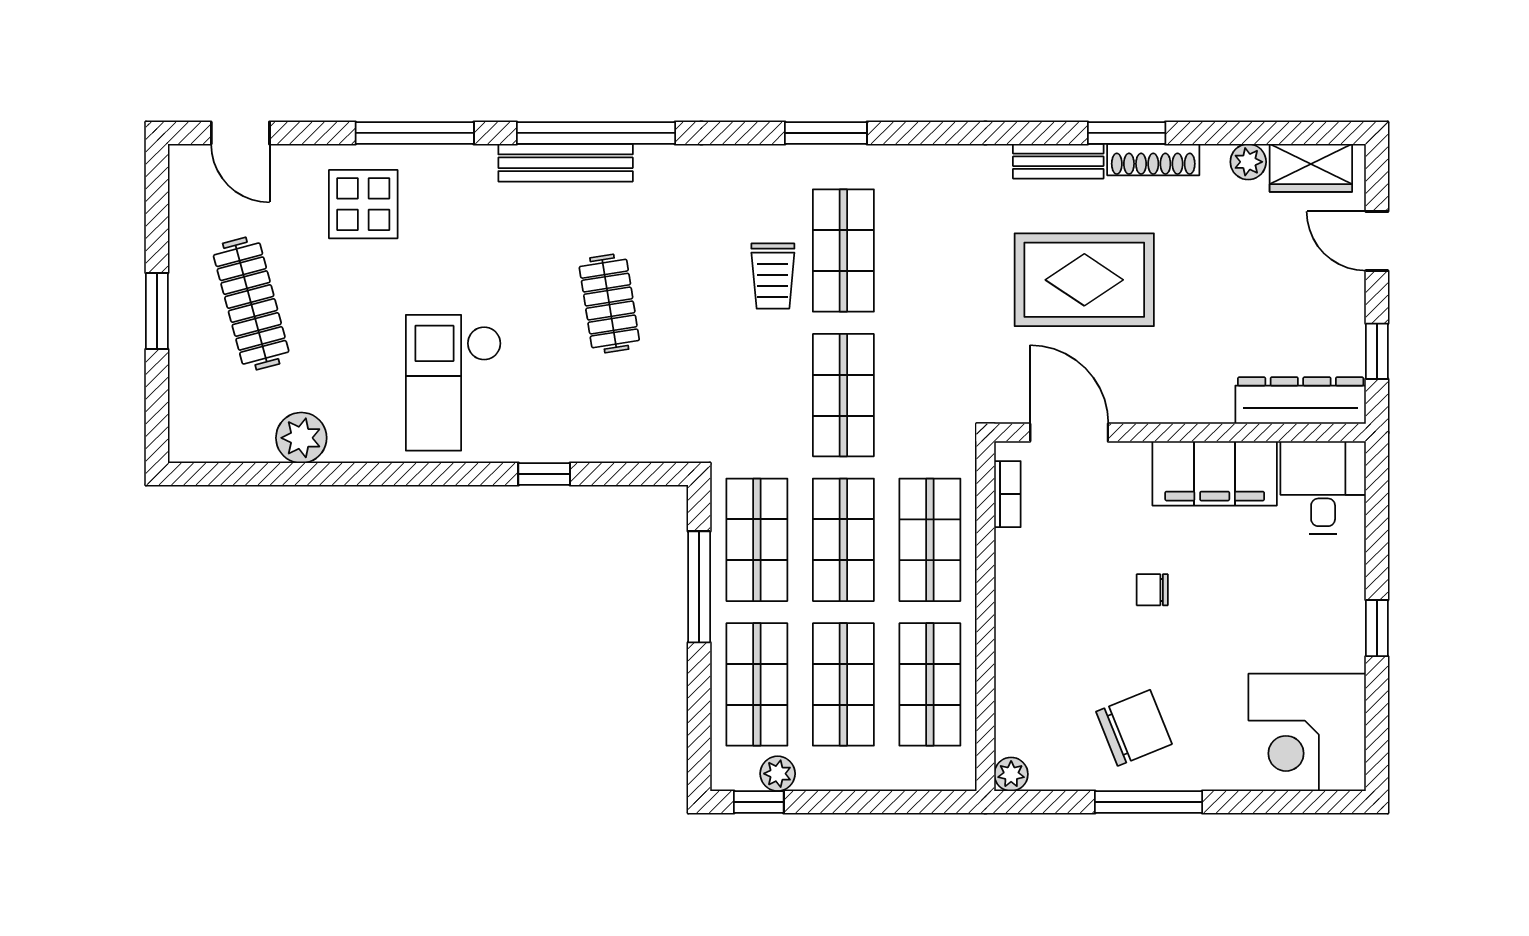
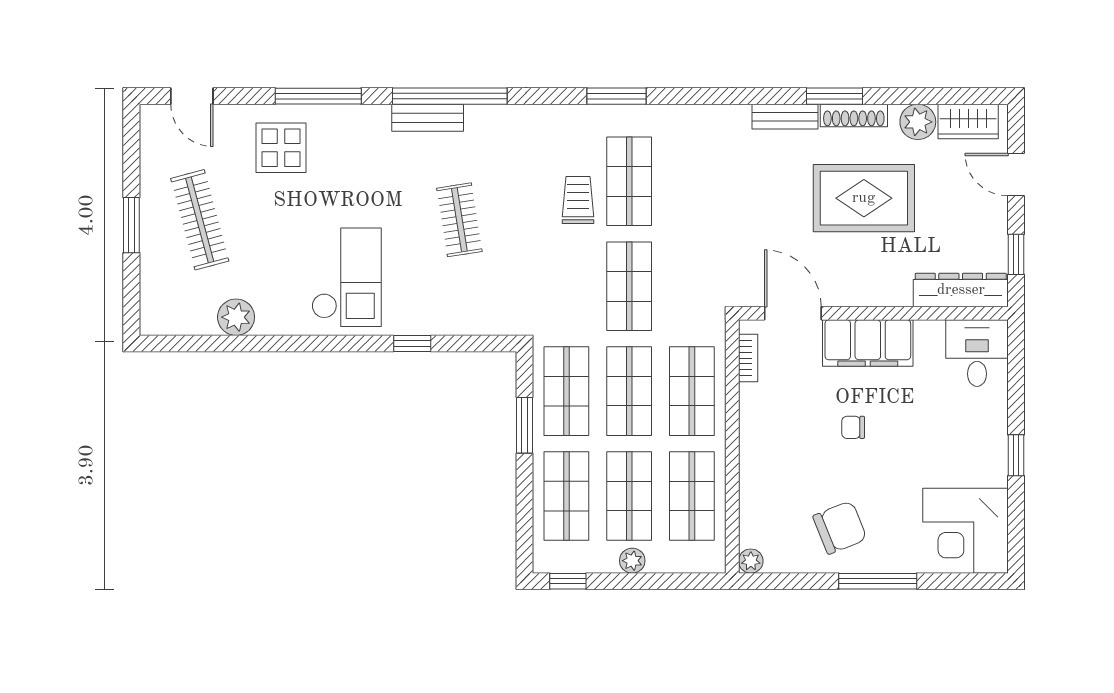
plant: (1248, 162) -> (918, 122), width x1.38, depth x1.38
bench: (566, 163) -> (428, 118), width x0.73
trolley: (773, 276) -> (578, 200), turned 180
rug: (1084, 280) -> (864, 198), moved
checkout: (454, 383) -> (346, 277), turned 180
filing cabinet: (1215, 473) -> (868, 343), moved
window: (699, 587) -> (525, 425), width x0.69
plant: (778, 774) -> (632, 561), moved
window: (1149, 802) -> (878, 581), moved

